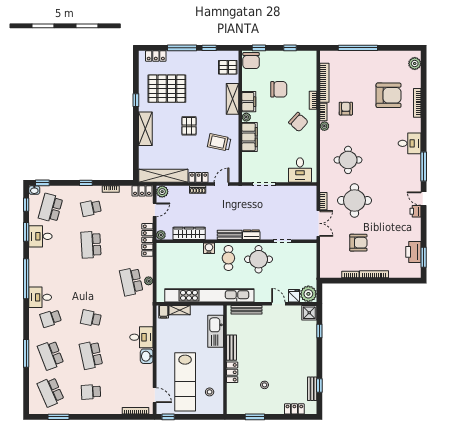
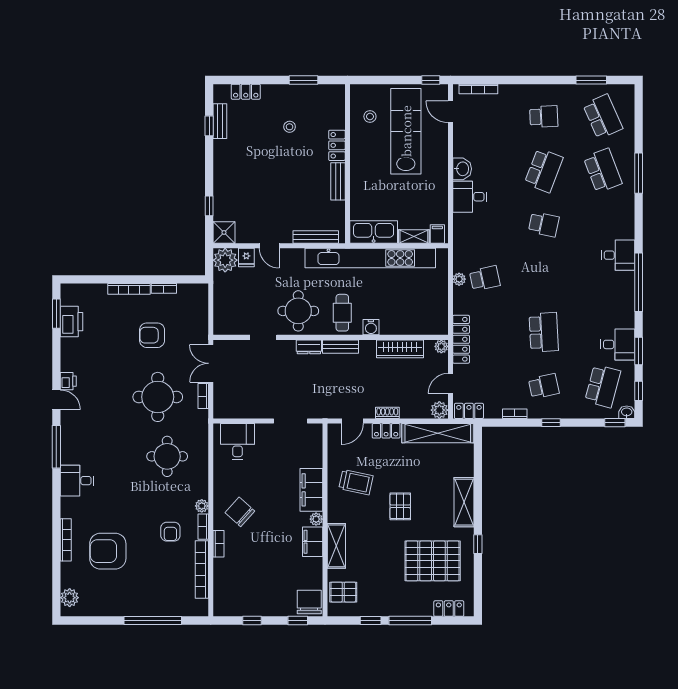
chair: (279, 89) -> (269, 560), removed
school desk: (131, 282) -> (485, 278), width x0.54
school desk: (51, 318) -> (603, 224), removed
kitchen sink: (216, 331) -> (374, 232), moved, turned -90
school desk: (91, 355) -> (544, 170), turned 33

